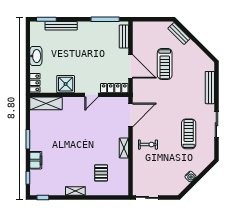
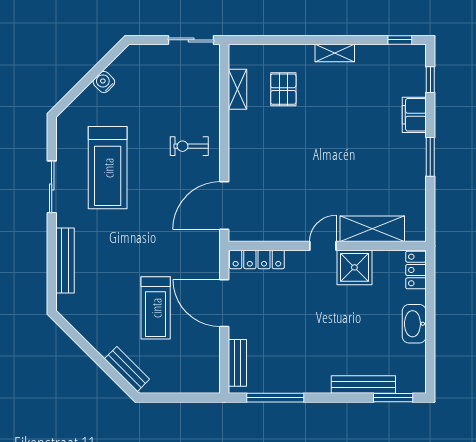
treadmill: (165, 64) -> (156, 308), turned 180
door: (91, 95) -> (323, 246), moved
shelving: (46, 103) -> (372, 229), moved
treadmill: (189, 134) -> (108, 168), width x1.37, depth x1.38
shelving: (124, 148) -> (238, 89), moved

